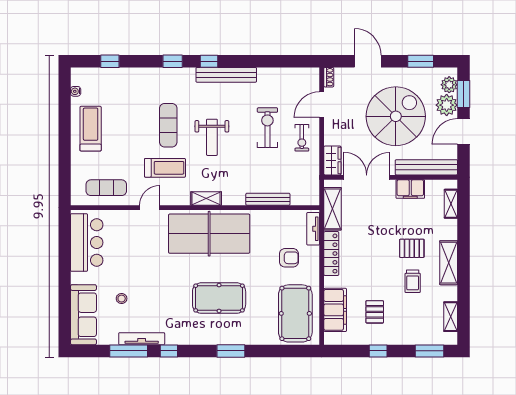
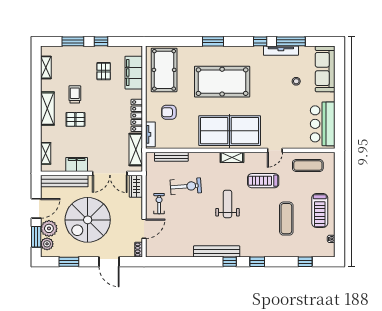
exercise mat: (168, 125) -> (286, 219), moved
exercise bike: (267, 128) -> (186, 186), moved, turned -94
bench: (268, 199) -> (171, 157), moved
pool table: (219, 298) -> (222, 82), width x1.36, depth x1.32
window: (429, 351) -> (73, 41), moved

